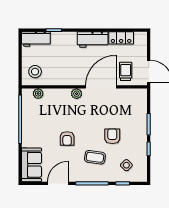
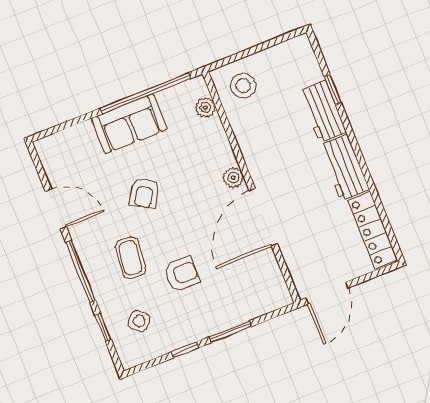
locker: (121, 38) -> (373, 230), width x1.53
workbench: (36, 39) -> (323, 111), moved
trolley: (126, 71) -> (310, 251), removed
door: (101, 87) -> (263, 217), swing flipped
armchair: (67, 138) -> (144, 193), turned -59
sofa: (32, 165) -> (129, 124), moved

